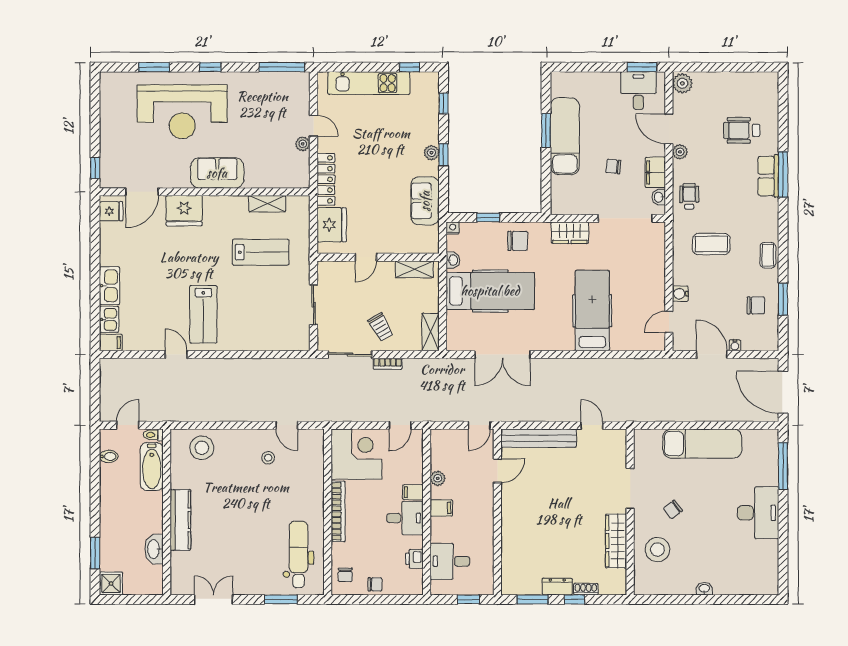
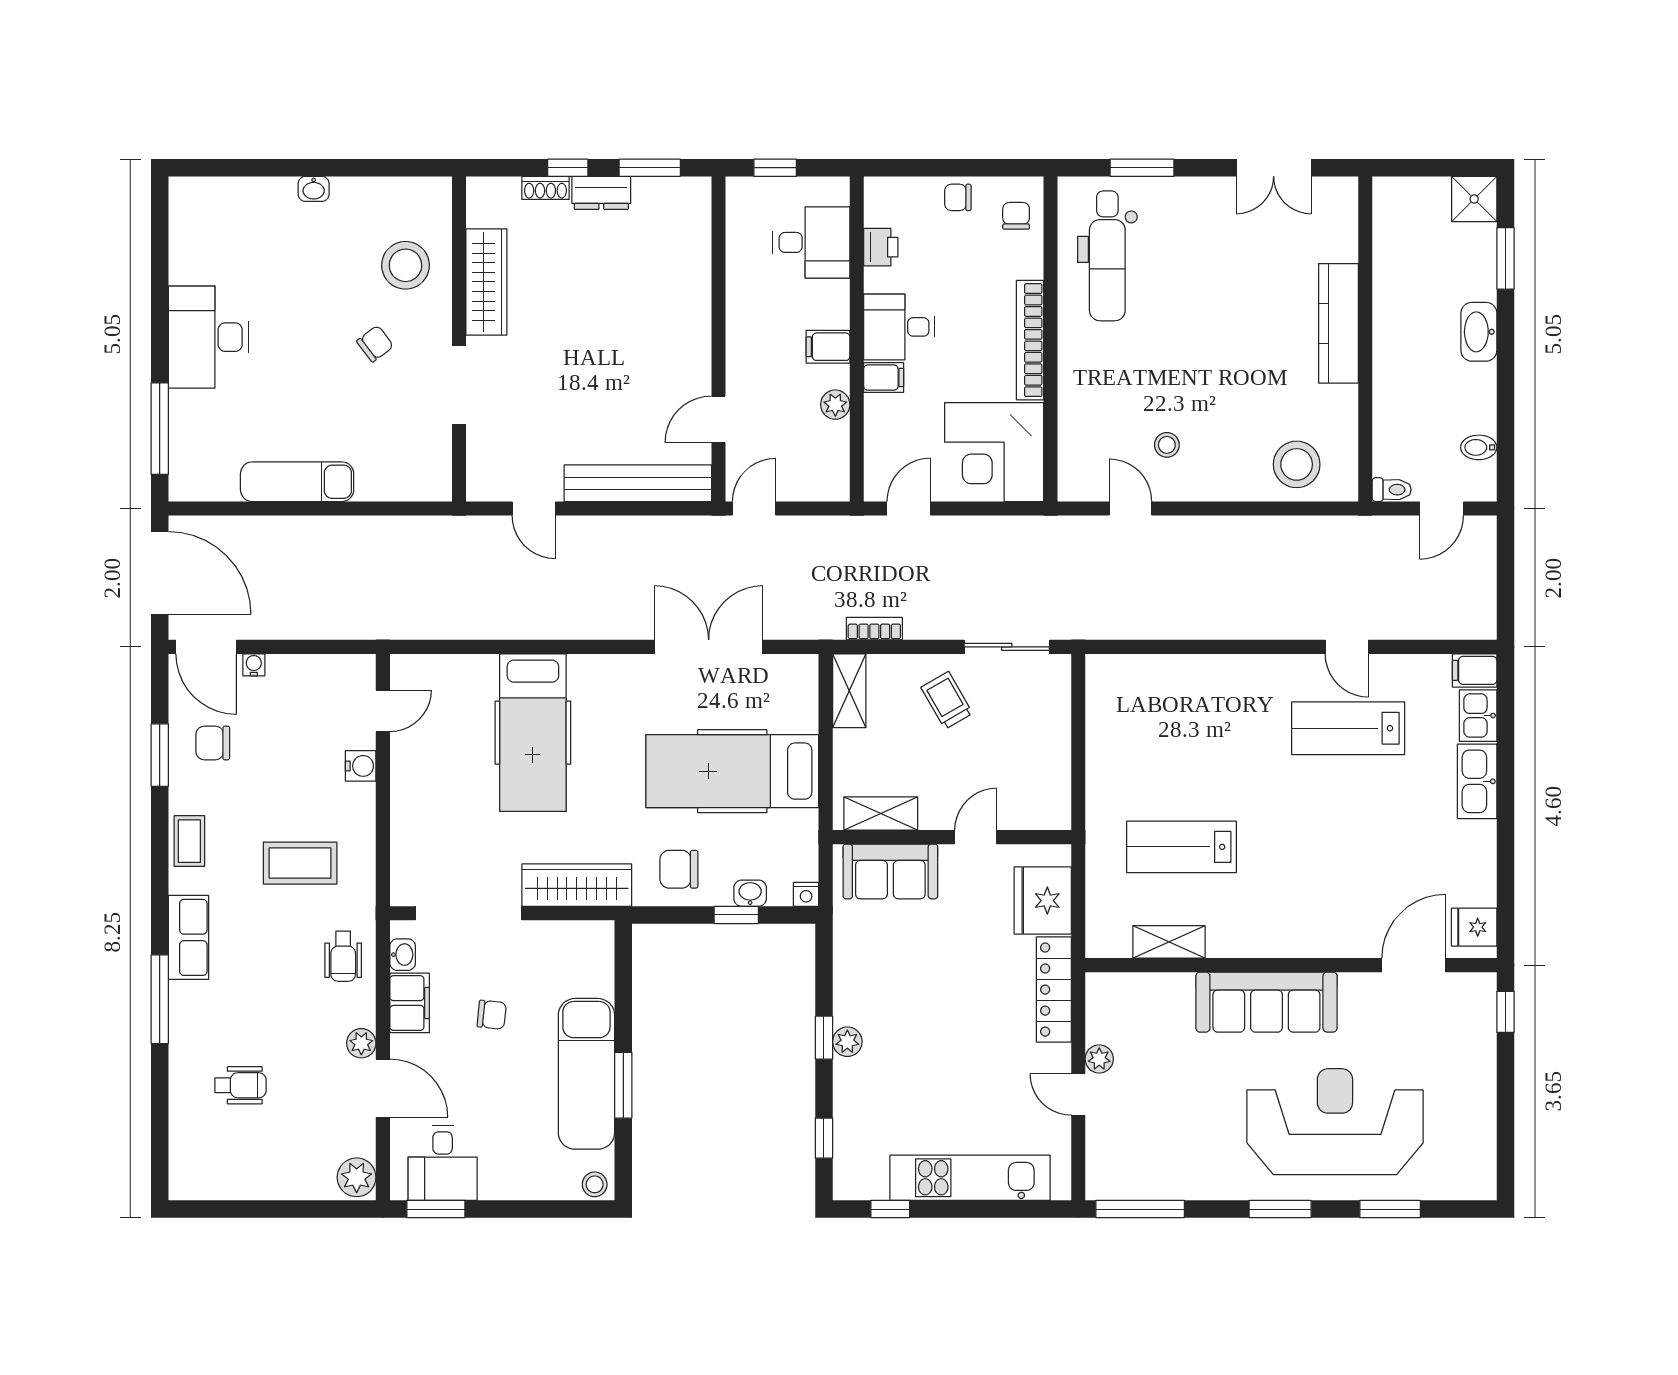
window: (210, 67) -> (1280, 1209), width x1.50
stool: (561, 80) -> (595, 1184), added
wheelchair: (742, 130) -> (241, 1085), width x0.73, depth x0.73
sofa: (217, 173) -> (1266, 1002), width x1.36
row of seats: (768, 176) -> (188, 937), moved
sofa: (425, 201) -> (890, 871), moved, turned 90
fridge: (184, 211) -> (1331, 928), removed
wardrobe: (570, 233) -> (577, 885), width x1.50
washbasin: (453, 260) -> (750, 893), moved, turned 90
sliding door: (313, 305) -> (1078, 744), removed
lab bench: (203, 314) -> (1348, 728), moved, turned -90
door: (712, 355) -> (206, 647), moved
bookcase: (388, 364) -> (874, 629), moved
exam couch: (702, 444) -> (297, 482), width x0.73, depth x0.69
bathtub: (152, 467) -> (1395, 428), removed
washbasin: (154, 549) -> (1479, 332), moved, turned 180

